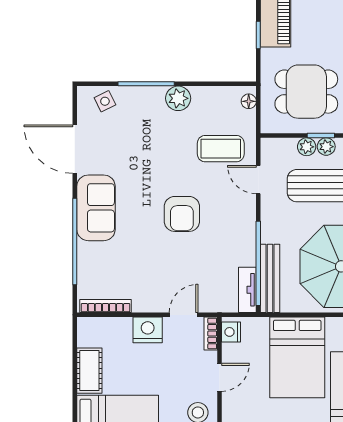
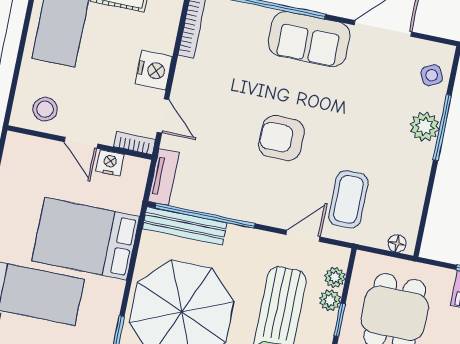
plant: (178, 98) -> (425, 127), moved
plant: (326, 147) -> (335, 277), moved
tv unit: (247, 290) -> (164, 177), moved, turned 90
nightstand: (231, 332) -> (110, 163), moved

